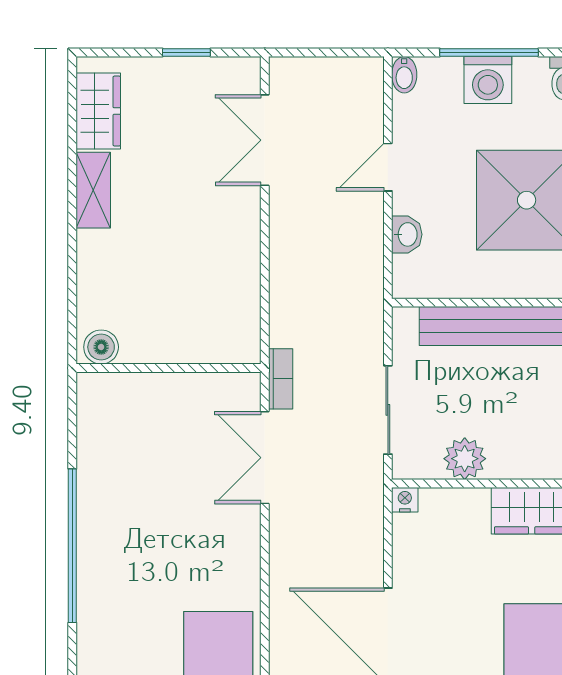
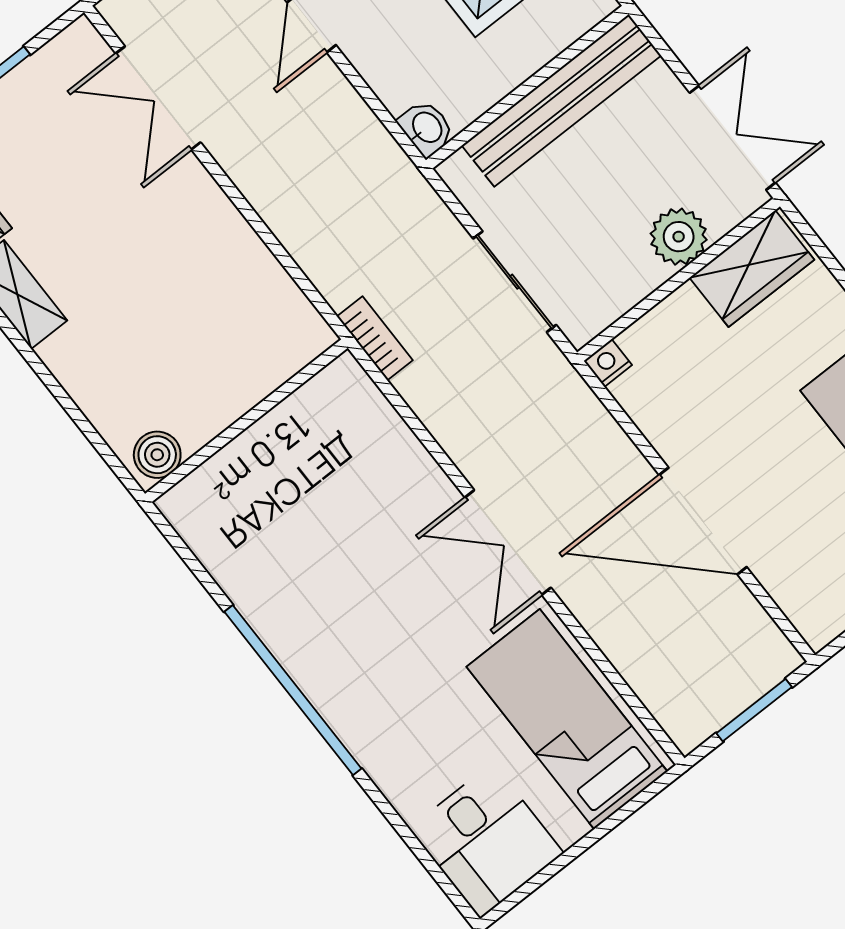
washbasin: (407, 234) -> (426, 128), moved
double door: (265, 458) -> (508, 542), moved
plant: (465, 459) -> (679, 237), moved

